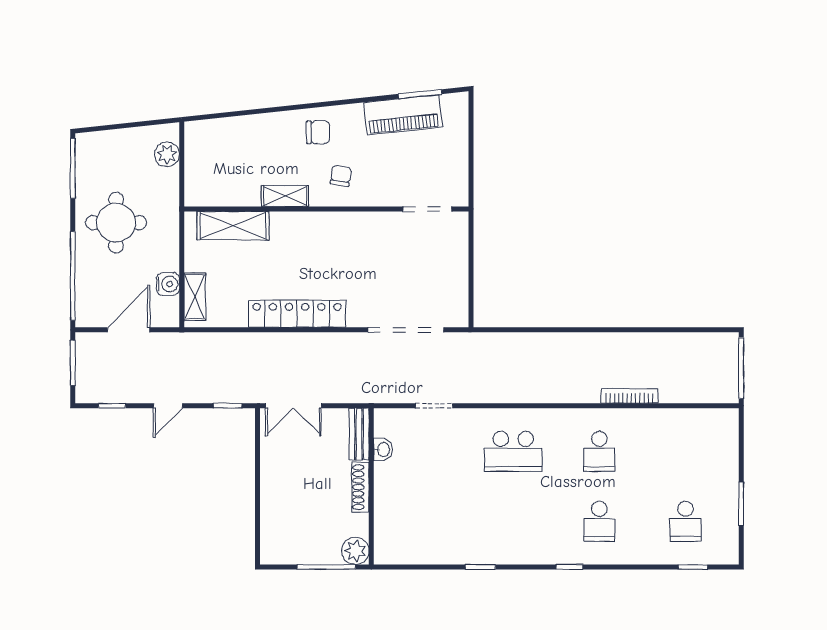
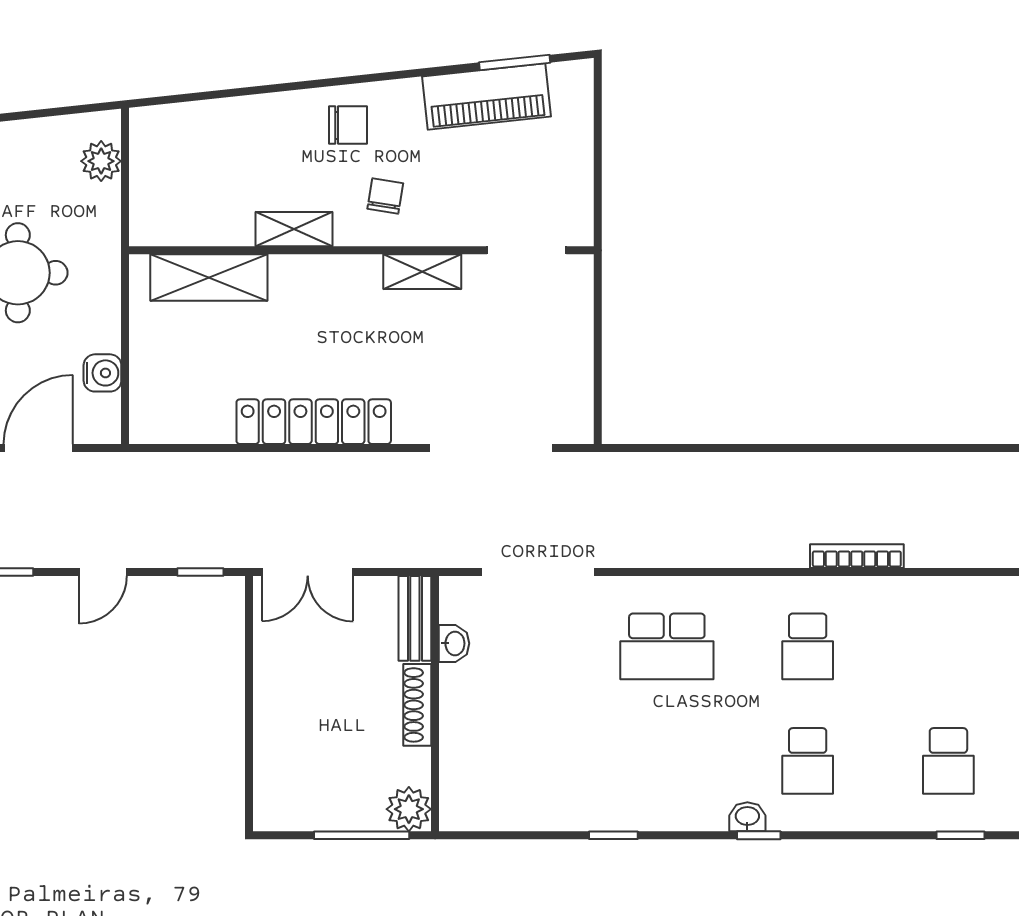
shelving: (195, 297) -> (422, 272), moved, turned 90
doorway: (434, 406) -> (538, 572), width x1.88
washbasin: (563, 556) -> (747, 817), added

